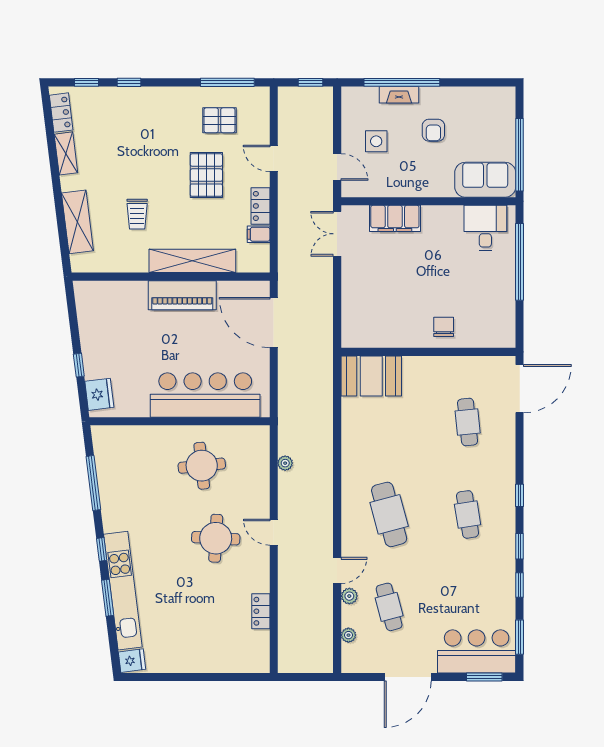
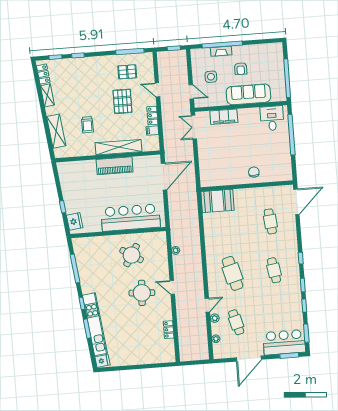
sofa: (485, 180) -> (248, 94), moved, width x1.36
door: (274, 323) -> (164, 177), swing flipped
round table: (202, 466) -> (132, 255), turned 38

